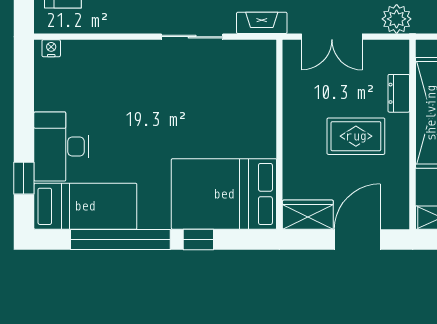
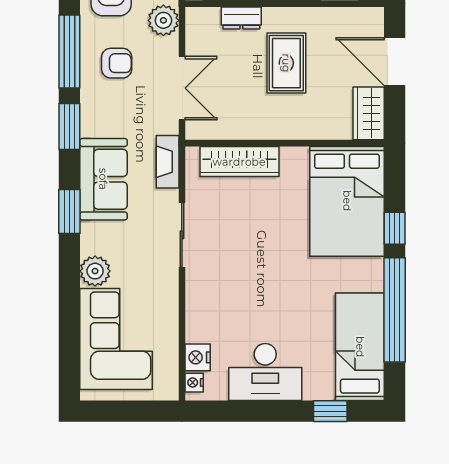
nightstand: (75, 52) -> (198, 357), added
wardrobe: (262, 92) -> (239, 162), added
desk: (61, 146) -> (265, 372), moved

